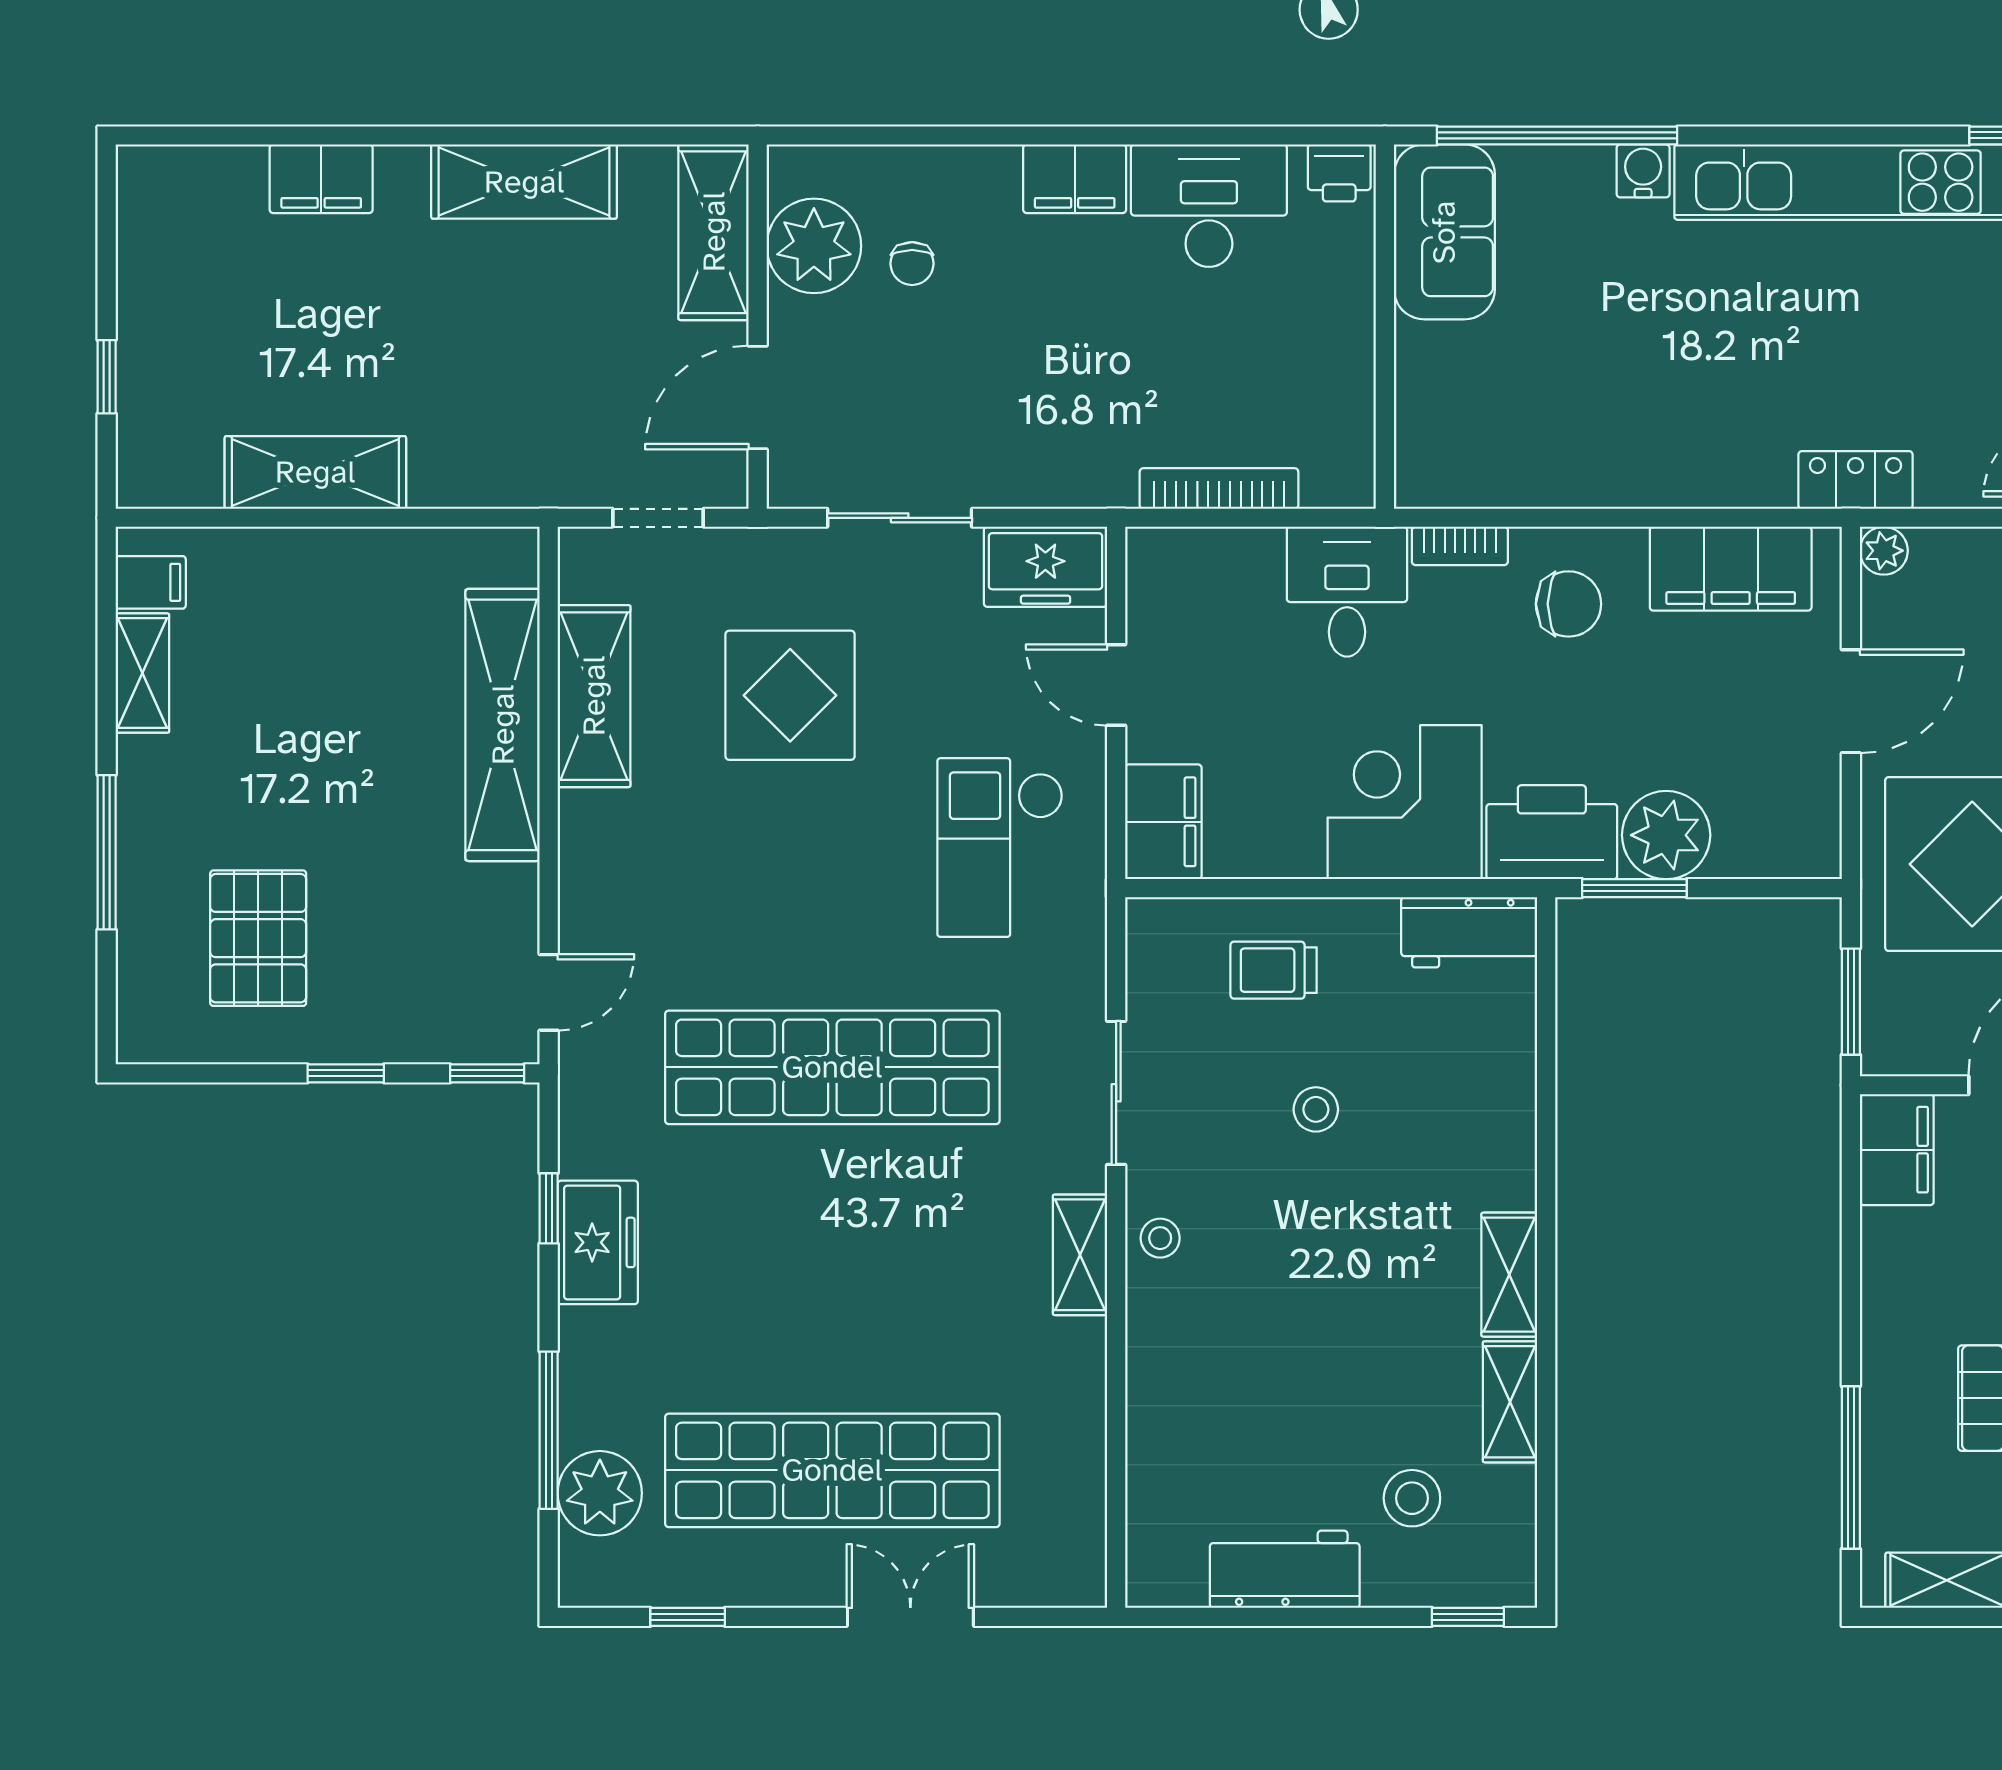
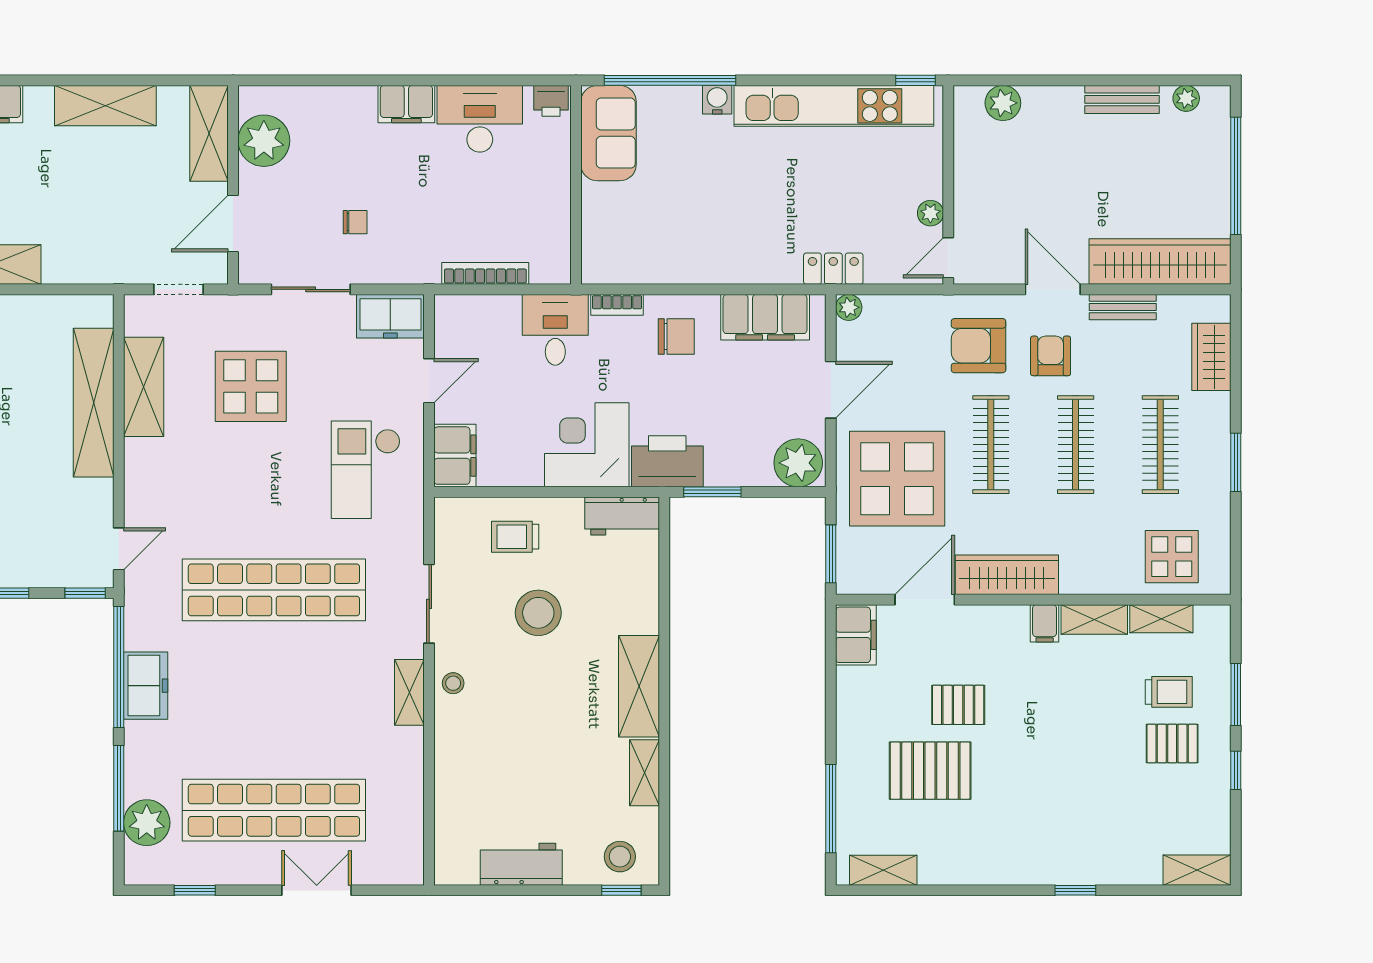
chair: (912, 264) -> (355, 222), moved, turned -90
door: (1116, 685) -> (429, 381), swing flipped
plant: (1666, 835) -> (798, 463), moved
stool: (1316, 1109) -> (538, 613), width x1.89, depth x1.89
window: (549, 1208) -> (119, 667), width x3.17
shelving: (1509, 1275) -> (639, 686), width x1.50, depth x1.33
stool: (1412, 1498) -> (620, 857), moved

